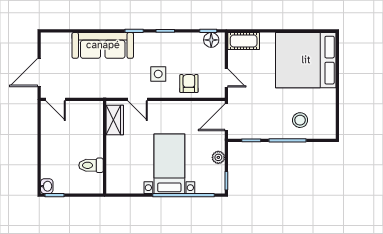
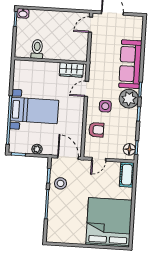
plant: (147, 45) -> (129, 99), added
stool: (300, 120) -> (61, 183), moved

